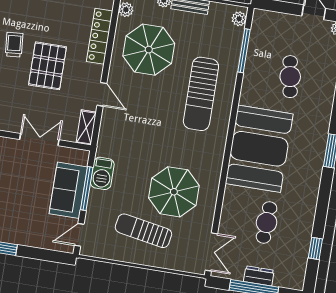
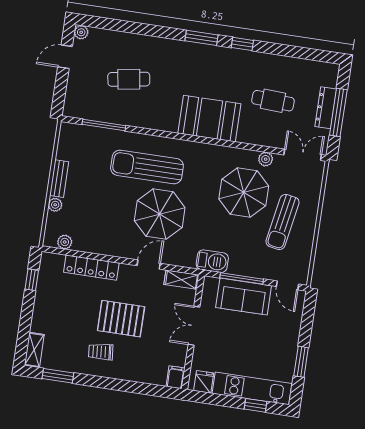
plant: (239, 19) -> (266, 159), moved
parasol: (149, 50) -> (160, 214), moved
sun lounger: (201, 94) -> (147, 167), turned 180
booth: (259, 149) -> (209, 119), width x0.73, depth x0.70
barbecue: (102, 173) -> (212, 261), moved
window: (315, 248) -> (242, 44), moved
dresser: (259, 276) -> (326, 108), width x1.44

